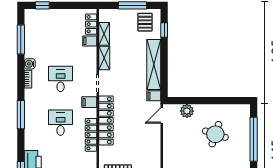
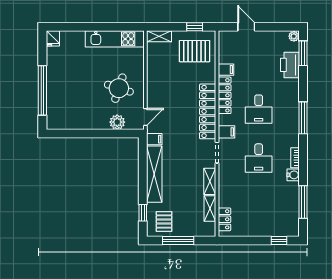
filing cabinet: (90, 41) -> (226, 70), moved
round table: (215, 134) -> (119, 88), moved

